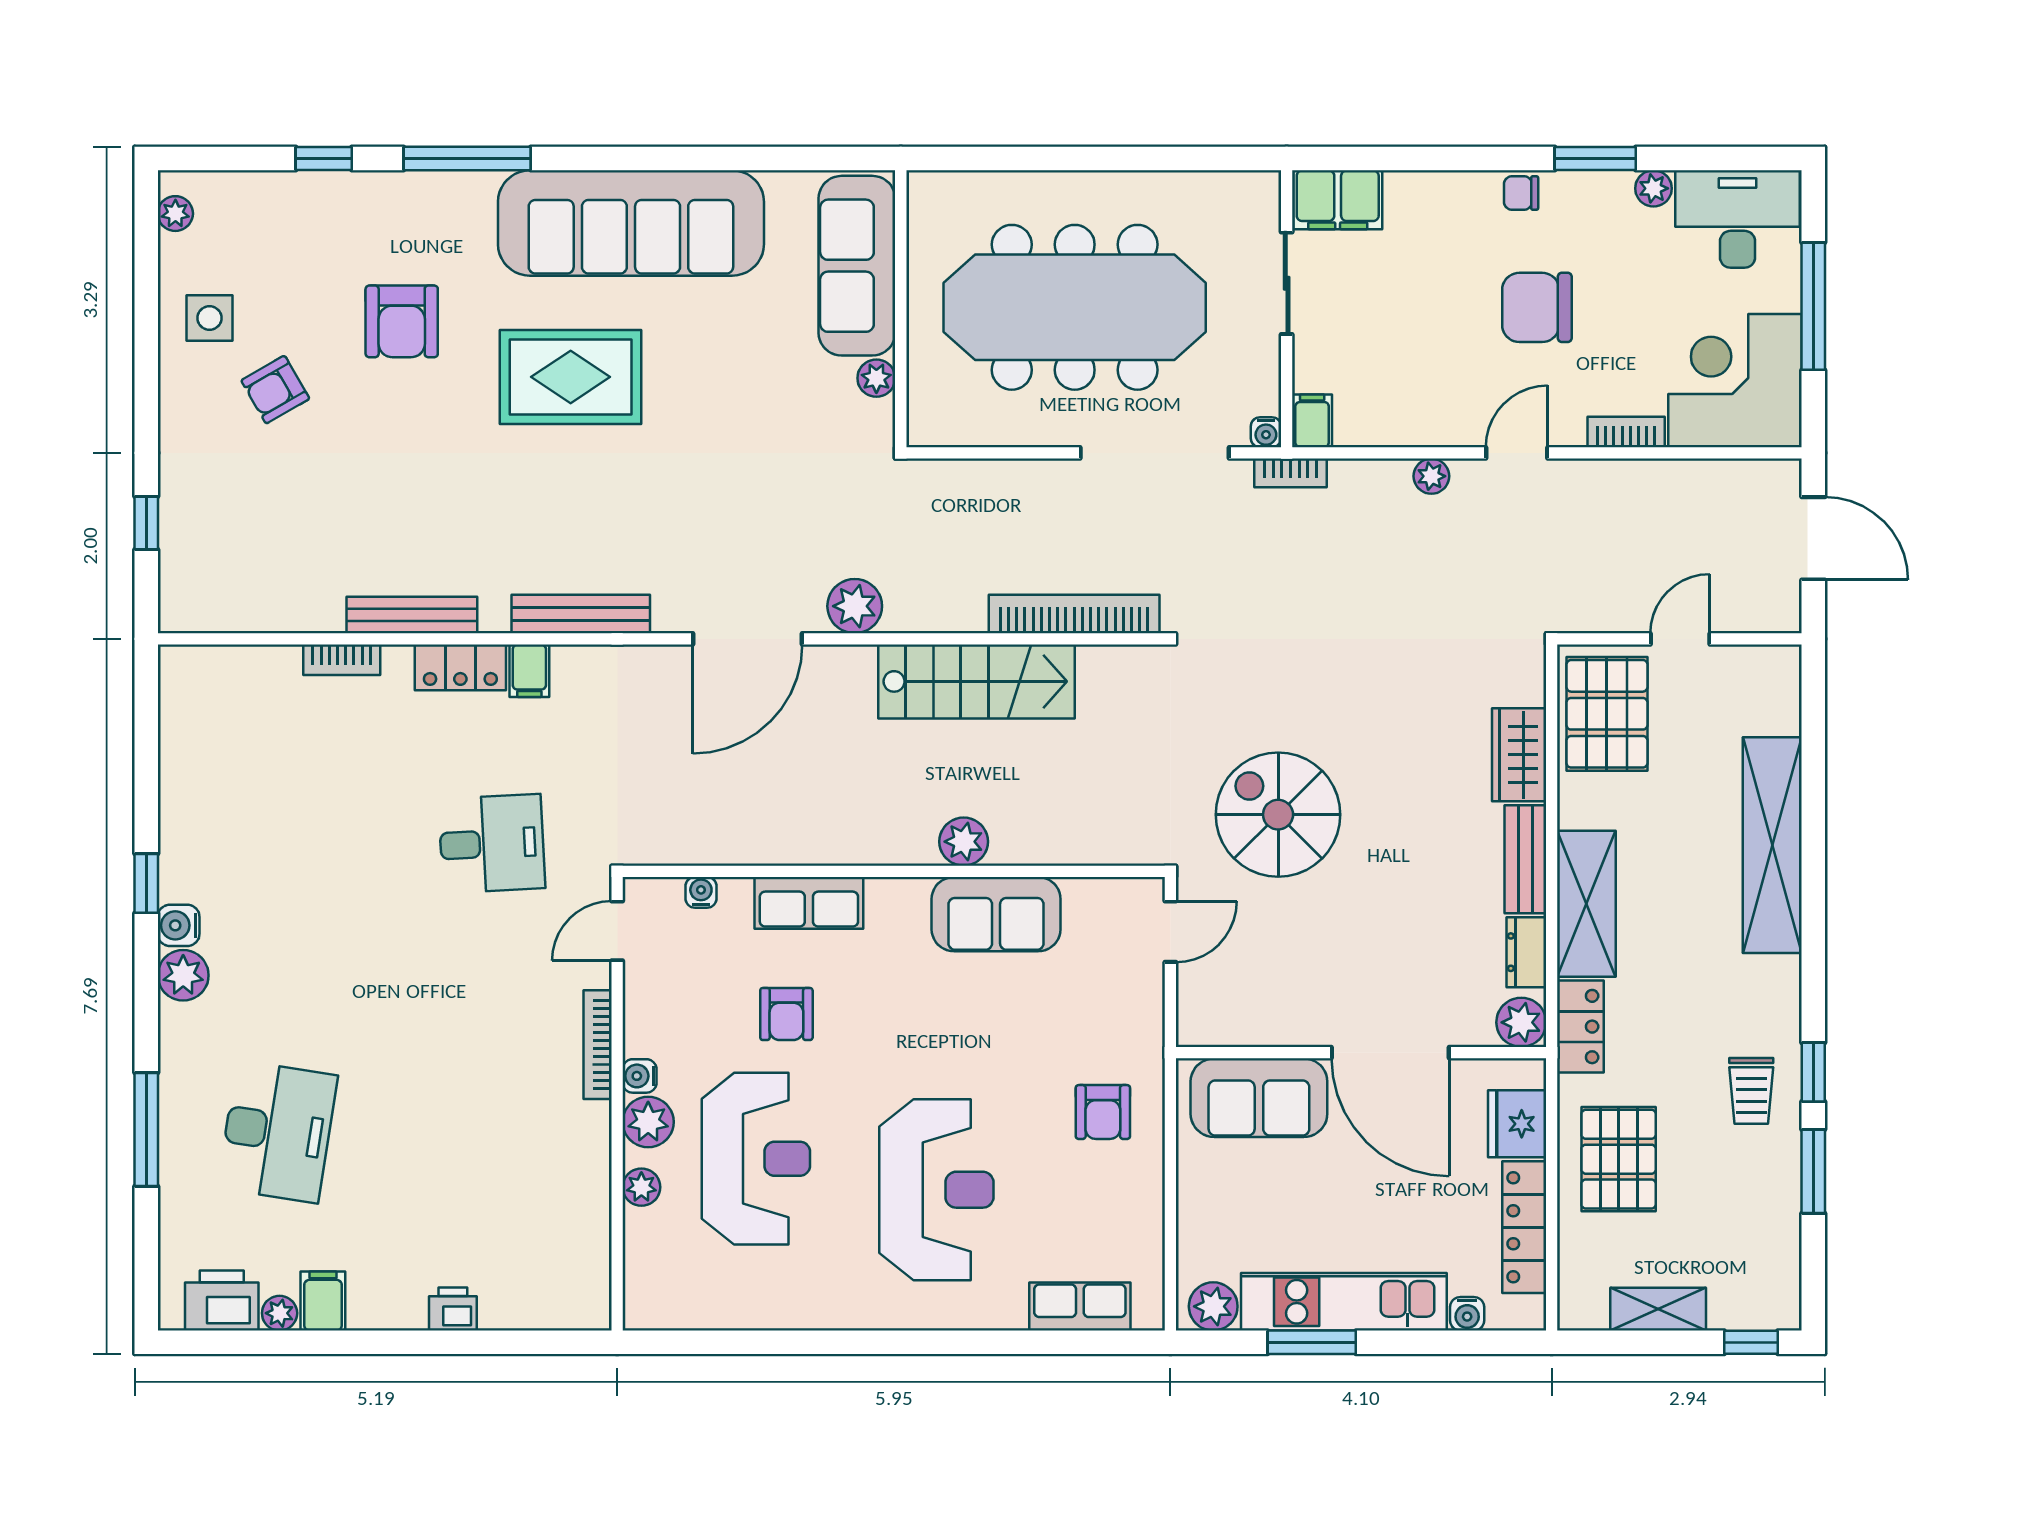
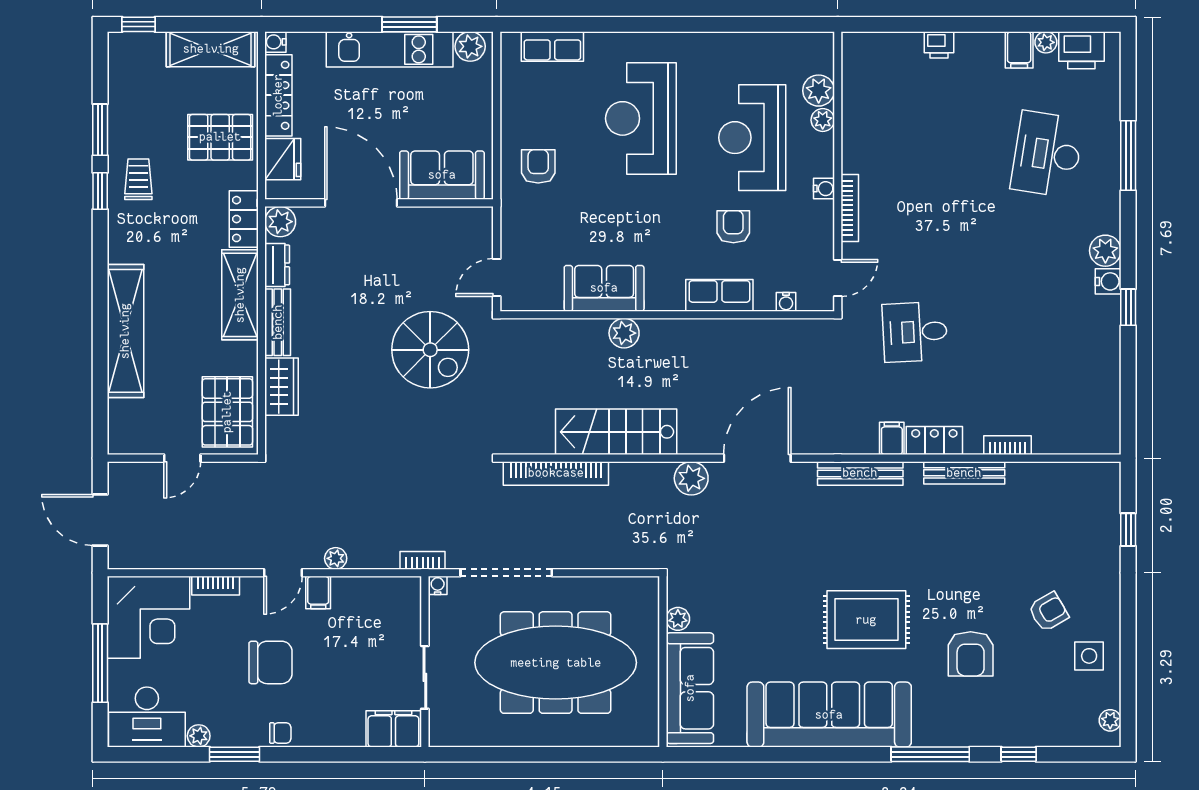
armchair: (402, 321) -> (971, 654), turned 180
filing cabinet: (1312, 421) -> (318, 593), moved
plant: (648, 1122) -> (819, 91), moved
pallet: (1619, 1159) -> (220, 137), turned 90
shelving: (1658, 1309) -> (211, 49), width x1.50, depth x1.33
water cooler: (1467, 1314) -> (275, 42), moved, turned -90

